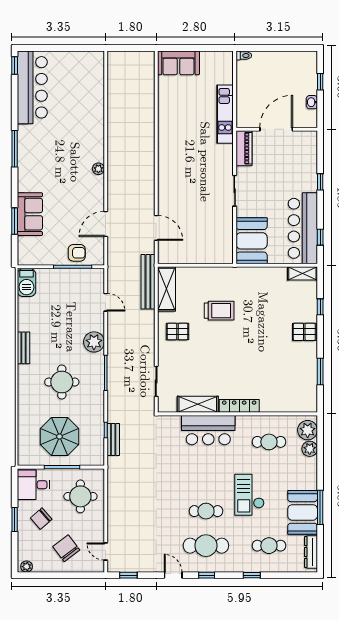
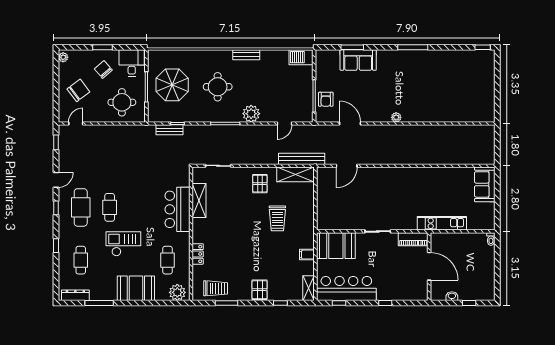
bar counter: (32, 87) -> (464, 62), removed
filing cabinet: (262, 275) -> (307, 255), added
trolley: (303, 384) -> (216, 288), added
locker: (239, 406) -> (198, 254), moved, width x0.66
plant: (310, 449) -> (162, 294), removed
window: (320, 507) -> (99, 303), moved
booth: (303, 512) -> (136, 288), moved

